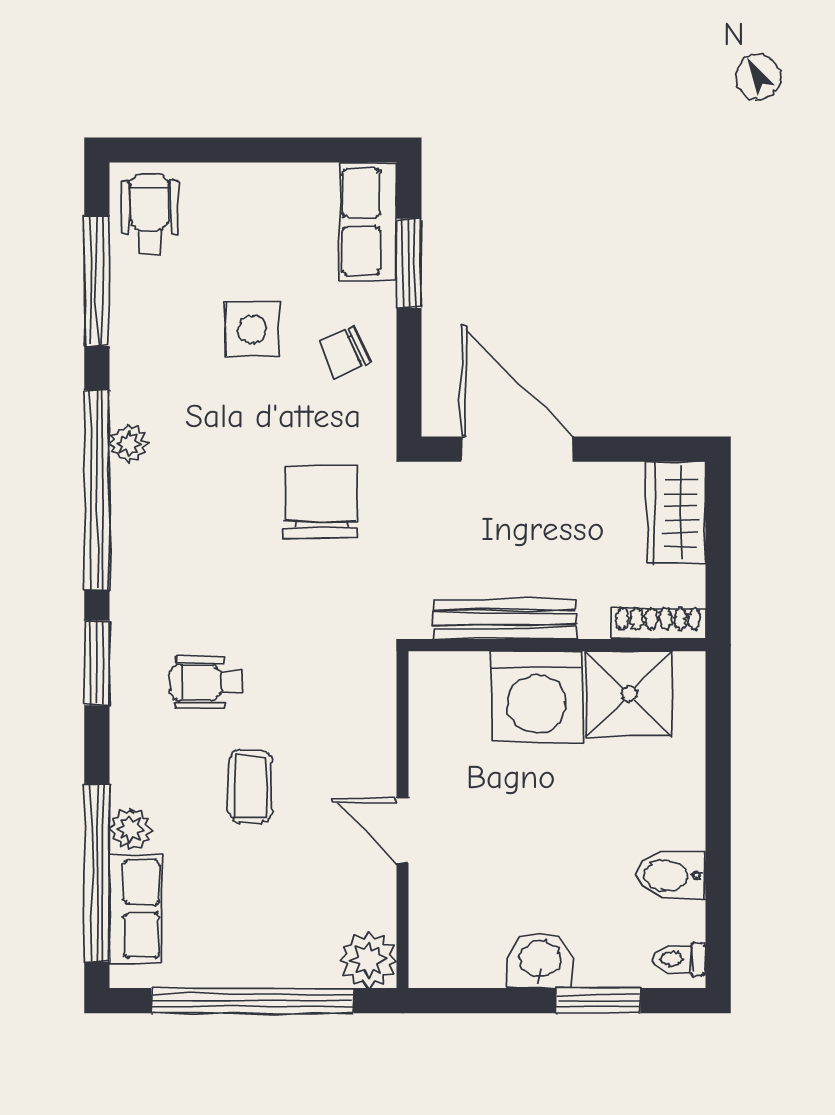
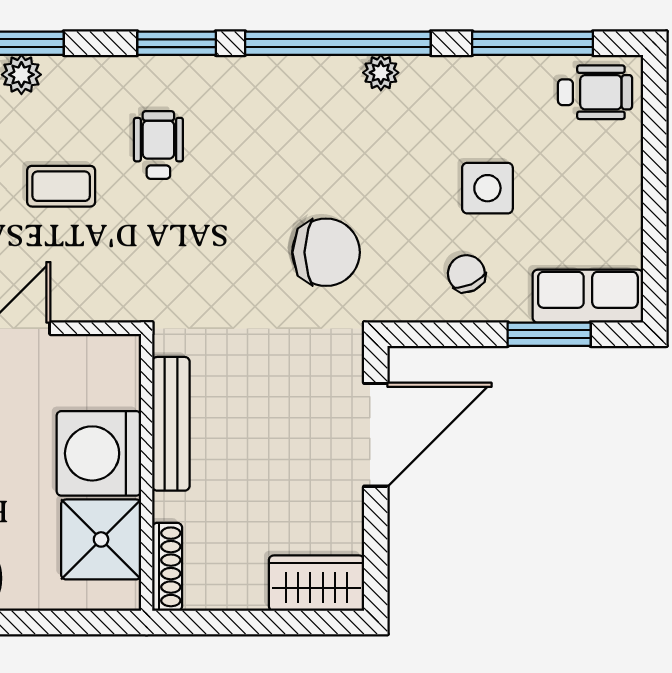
bench: (505, 619) -> (171, 424), moved
shoe rack: (658, 623) -> (167, 567), moved
wall: (557, 645) -> (147, 472), moved
shower: (629, 694) -> (101, 539), moved
washing machine: (537, 696) -> (99, 453), moved

